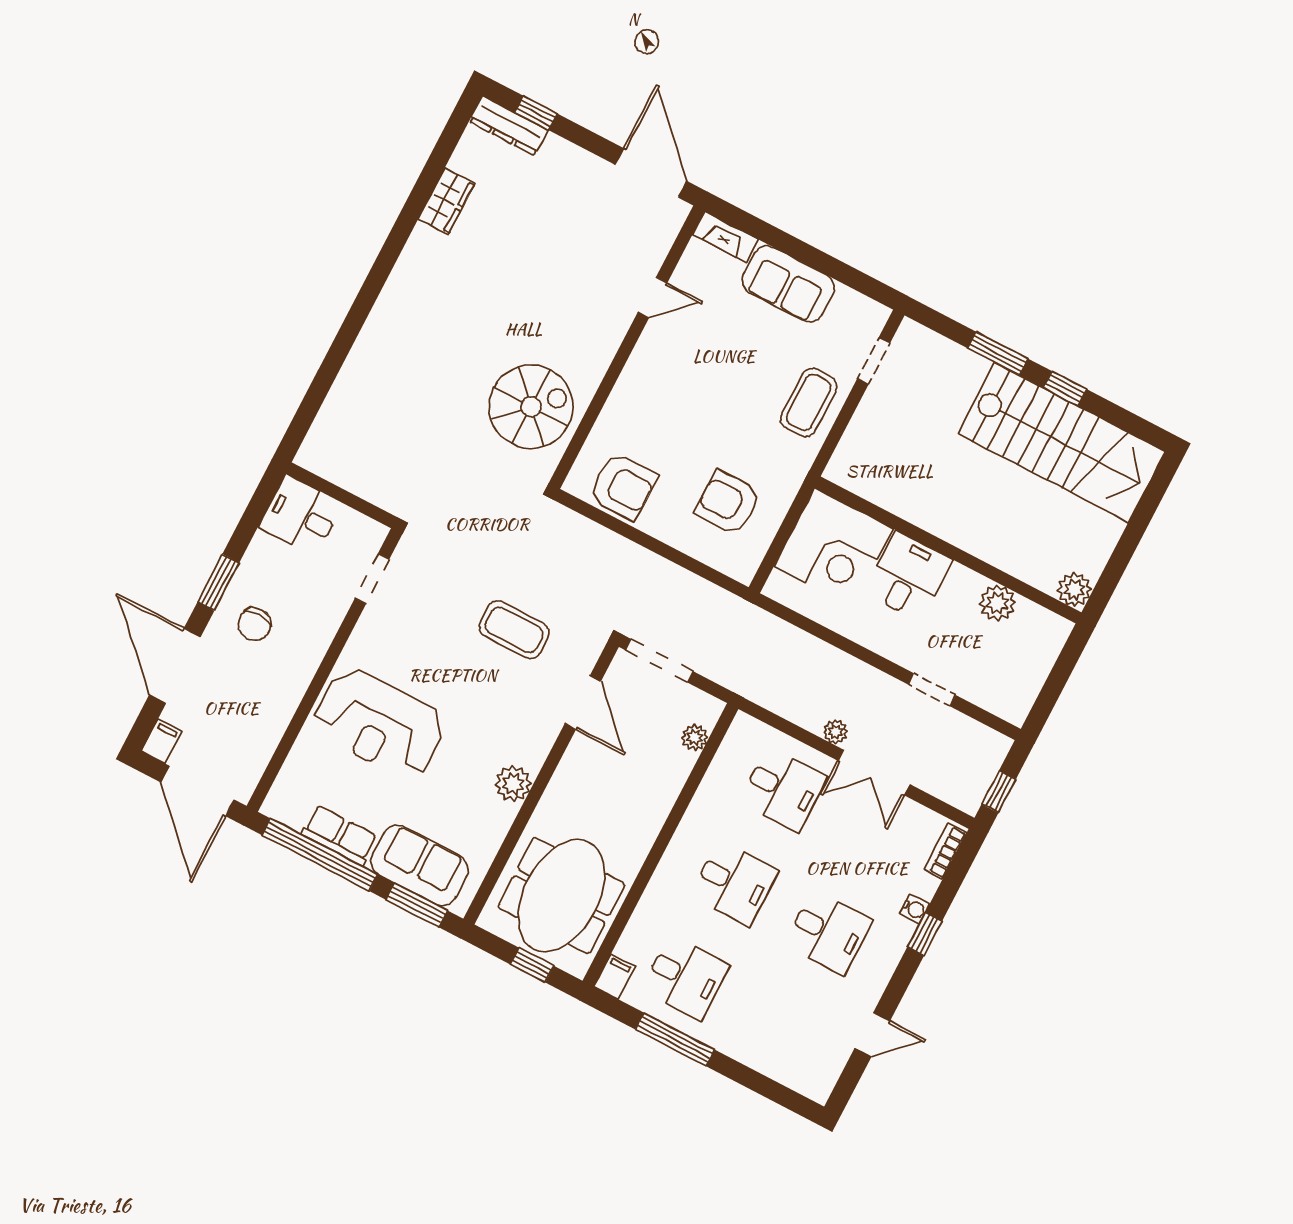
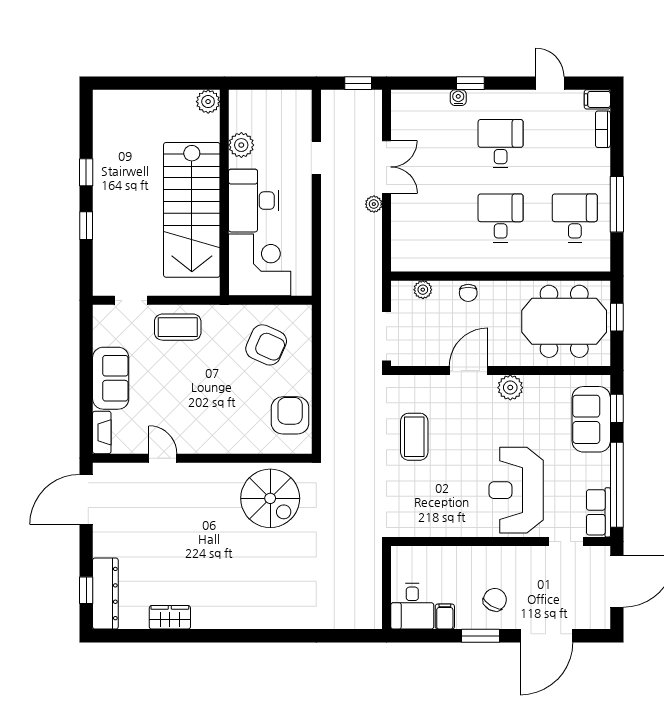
dresser: (509, 126) -> (105, 594), width x1.37, depth x1.24
window: (998, 353) -> (86, 226), width x0.67
spiral stairs: (531, 407) -> (270, 498), turned 180
stairs: (1061, 442) -> (192, 210), moved, turned 180
armchair: (728, 503) -> (266, 345), turned -66
desk: (908, 576) -> (253, 201), width x1.37
doorway: (372, 579) -> (566, 541), moved
chair: (255, 624) -> (495, 600), turned -60
door: (583, 703) -> (469, 370), moved
reception desk: (379, 724) -> (516, 490), turned 180
filing cabinet: (161, 741) -> (445, 617), moved, turned 90
desk: (783, 789) -> (426, 218), removed
chair: (661, 793) -> (468, 293), added
row of seats: (339, 835) -> (598, 512), moved
bookcase: (945, 851) -> (603, 129), moved, turned 90
window: (416, 905) -> (617, 408), width x0.67
filing cabinet: (615, 977) -> (597, 99), moved

